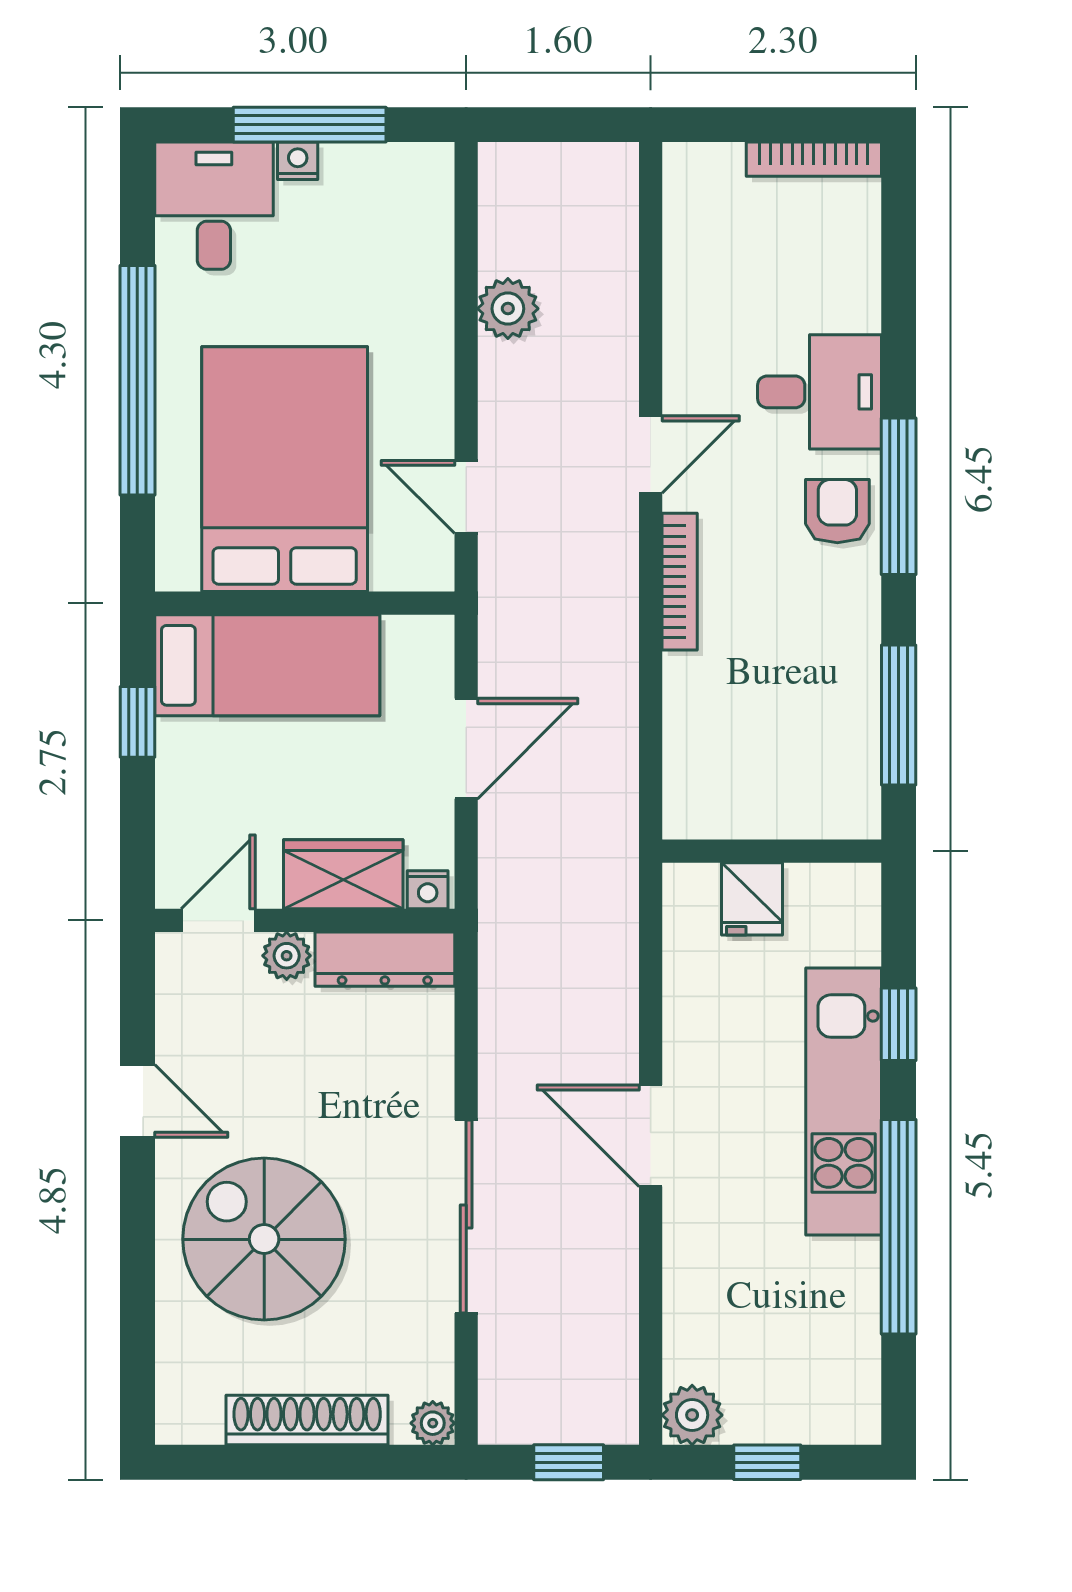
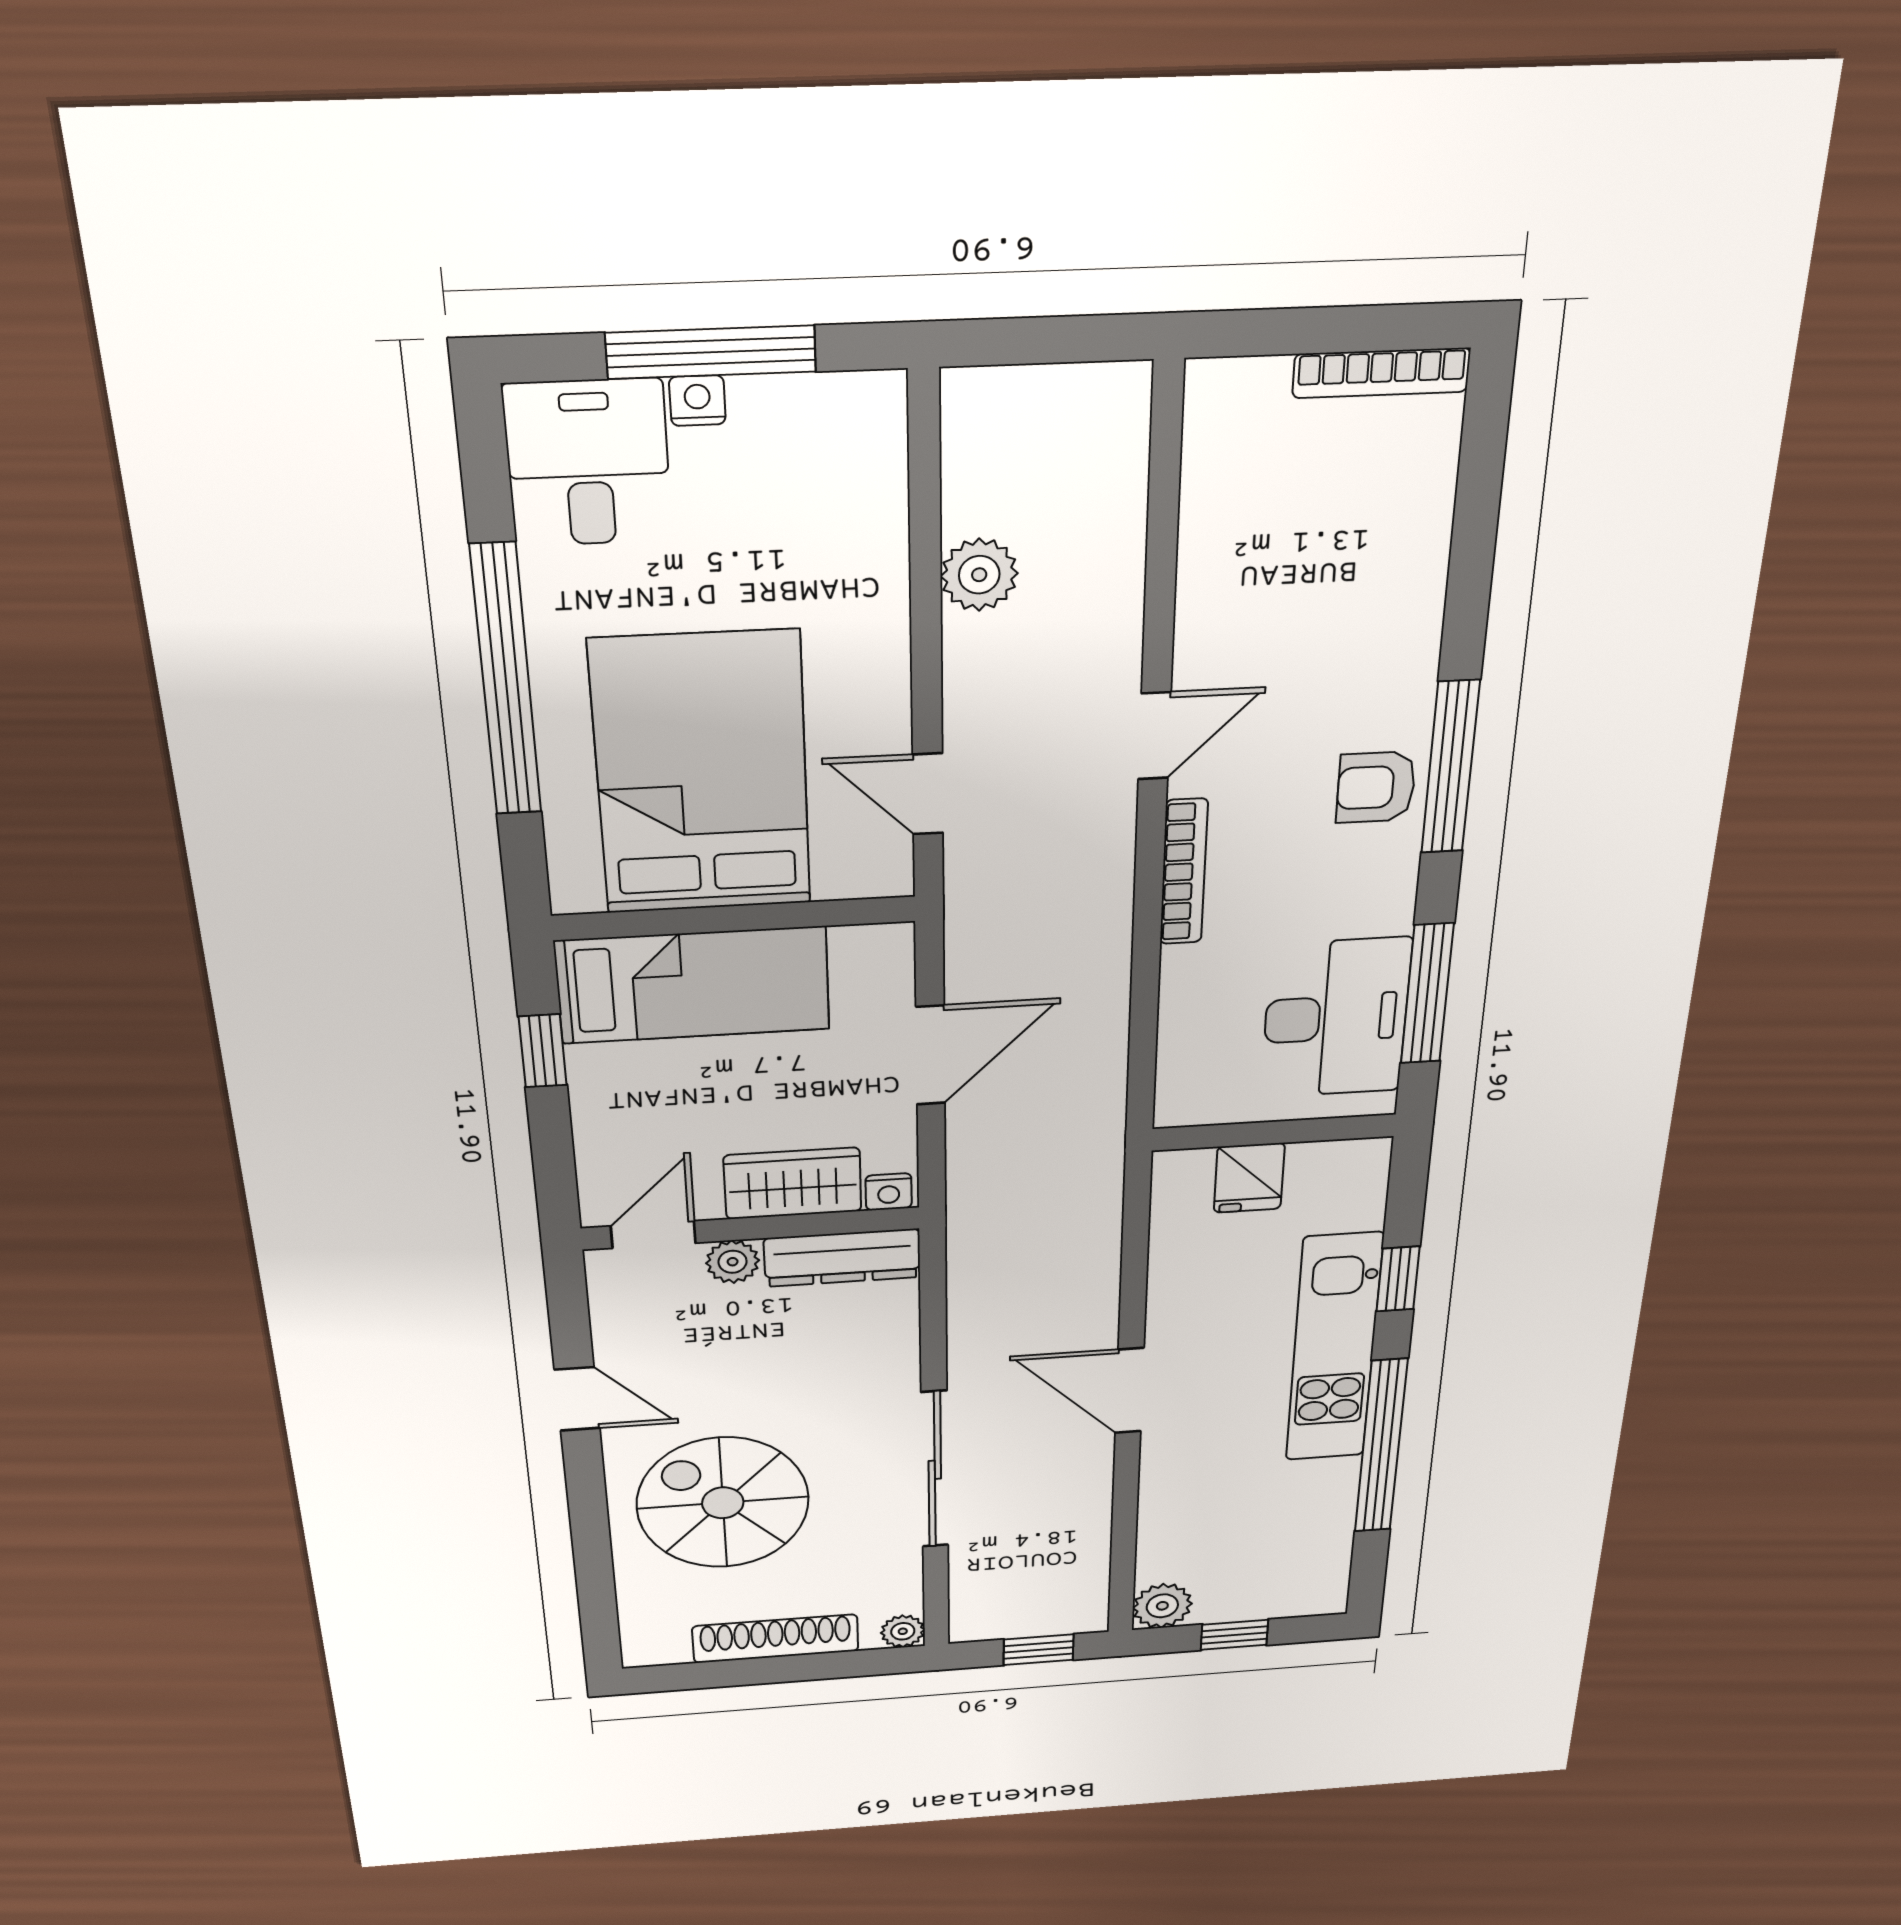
desk: (819, 392) -> (1336, 1018), moved, width x1.37
armchair: (837, 511) -> (1376, 787), turned -90

